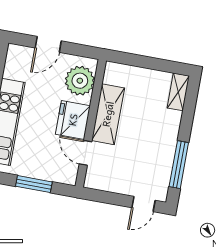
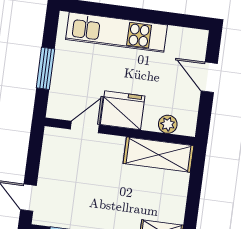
plant: (80, 81) -> (168, 124), width x0.53, depth x0.53
shelving: (108, 114) -> (158, 155), moved

